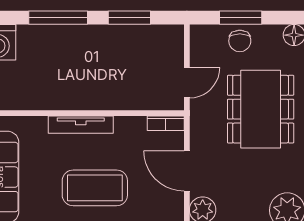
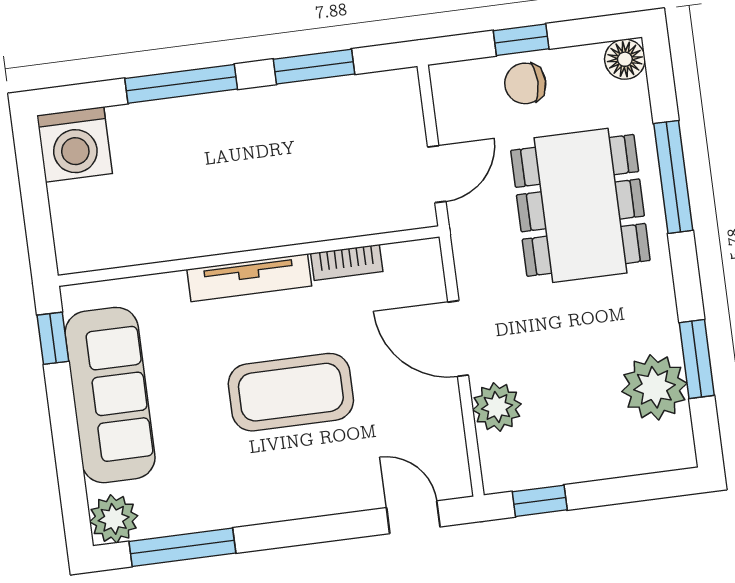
window: (241, 18) -> (521, 40), width x0.67
chair: (240, 41) -> (525, 83), turned 90
bookcase: (166, 123) -> (347, 262), moved

